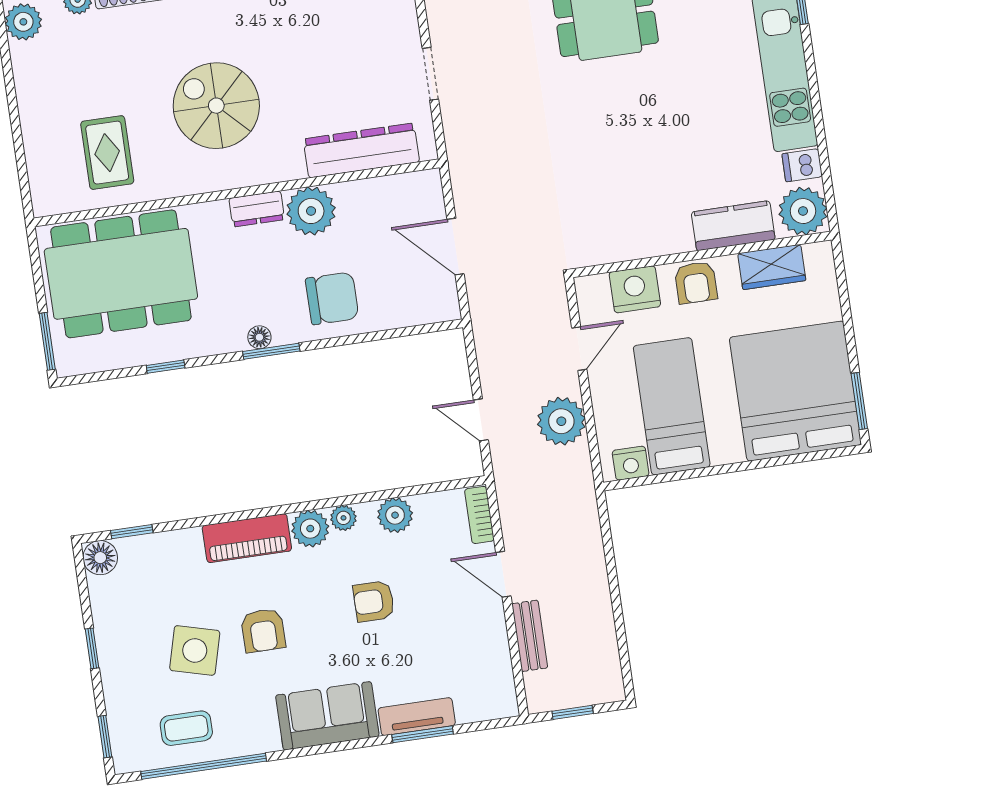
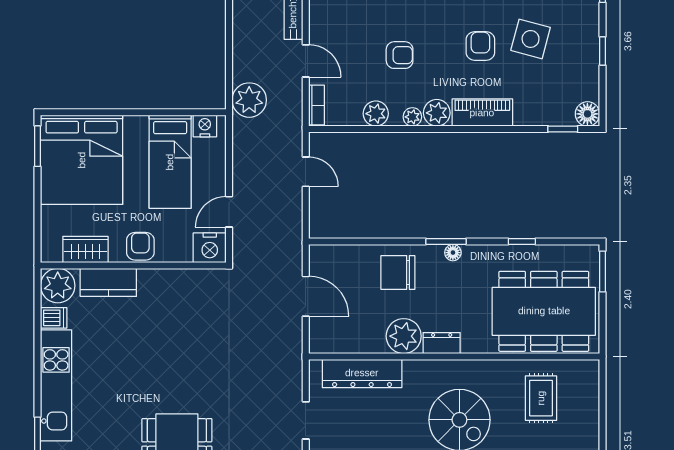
nightstand: (635, 289) -> (210, 248), moved
plant: (561, 421) -> (249, 100), moved

